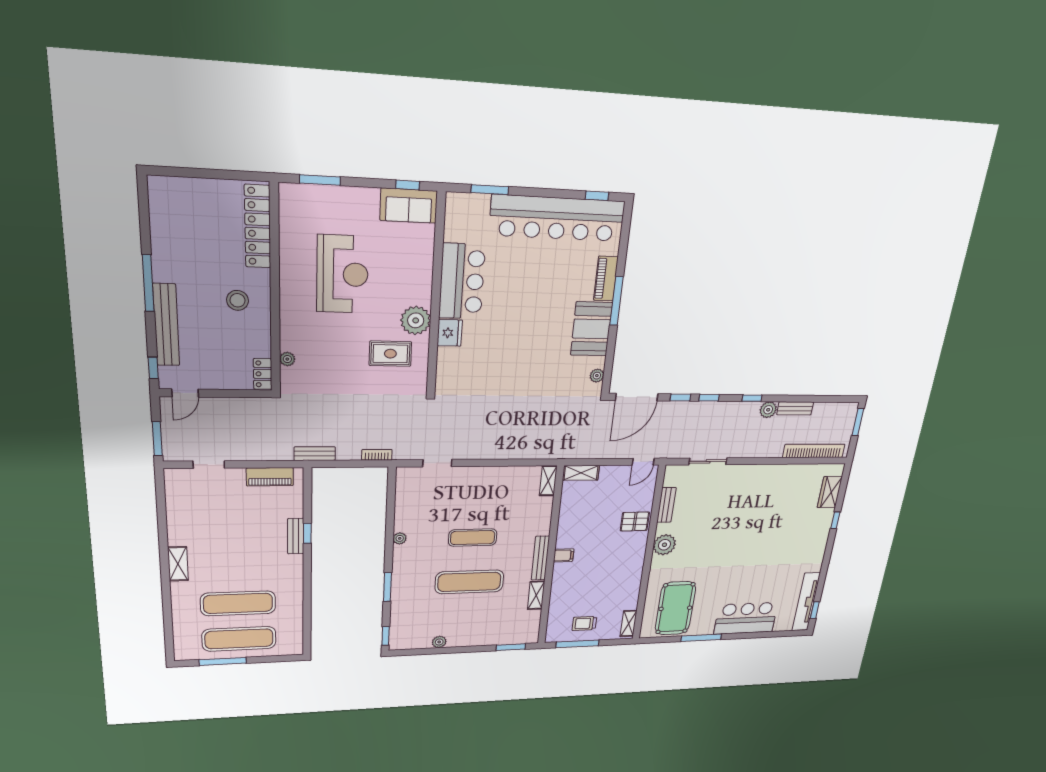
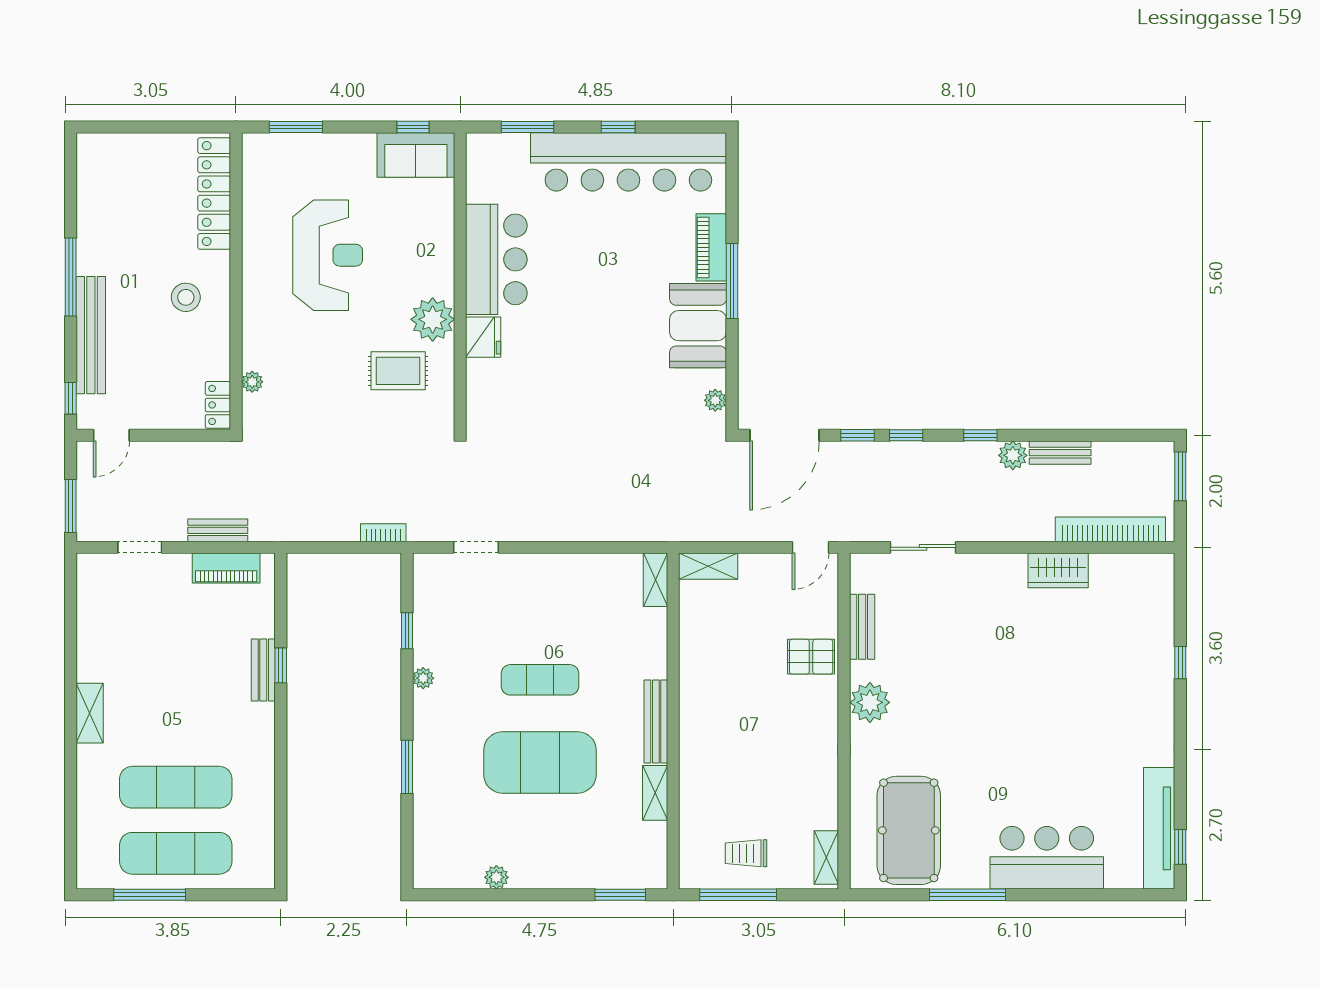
window: (597, 196) -> (618, 127), moved
bench: (315, 454) -> (218, 530), moved
wardrobe: (830, 492) -> (1058, 570), moved, turned -90
filing cabinet: (564, 555) -> (695, 718), removed
exercise mat: (469, 582) -> (540, 762), width x1.47
window: (386, 636) -> (407, 631), moved

